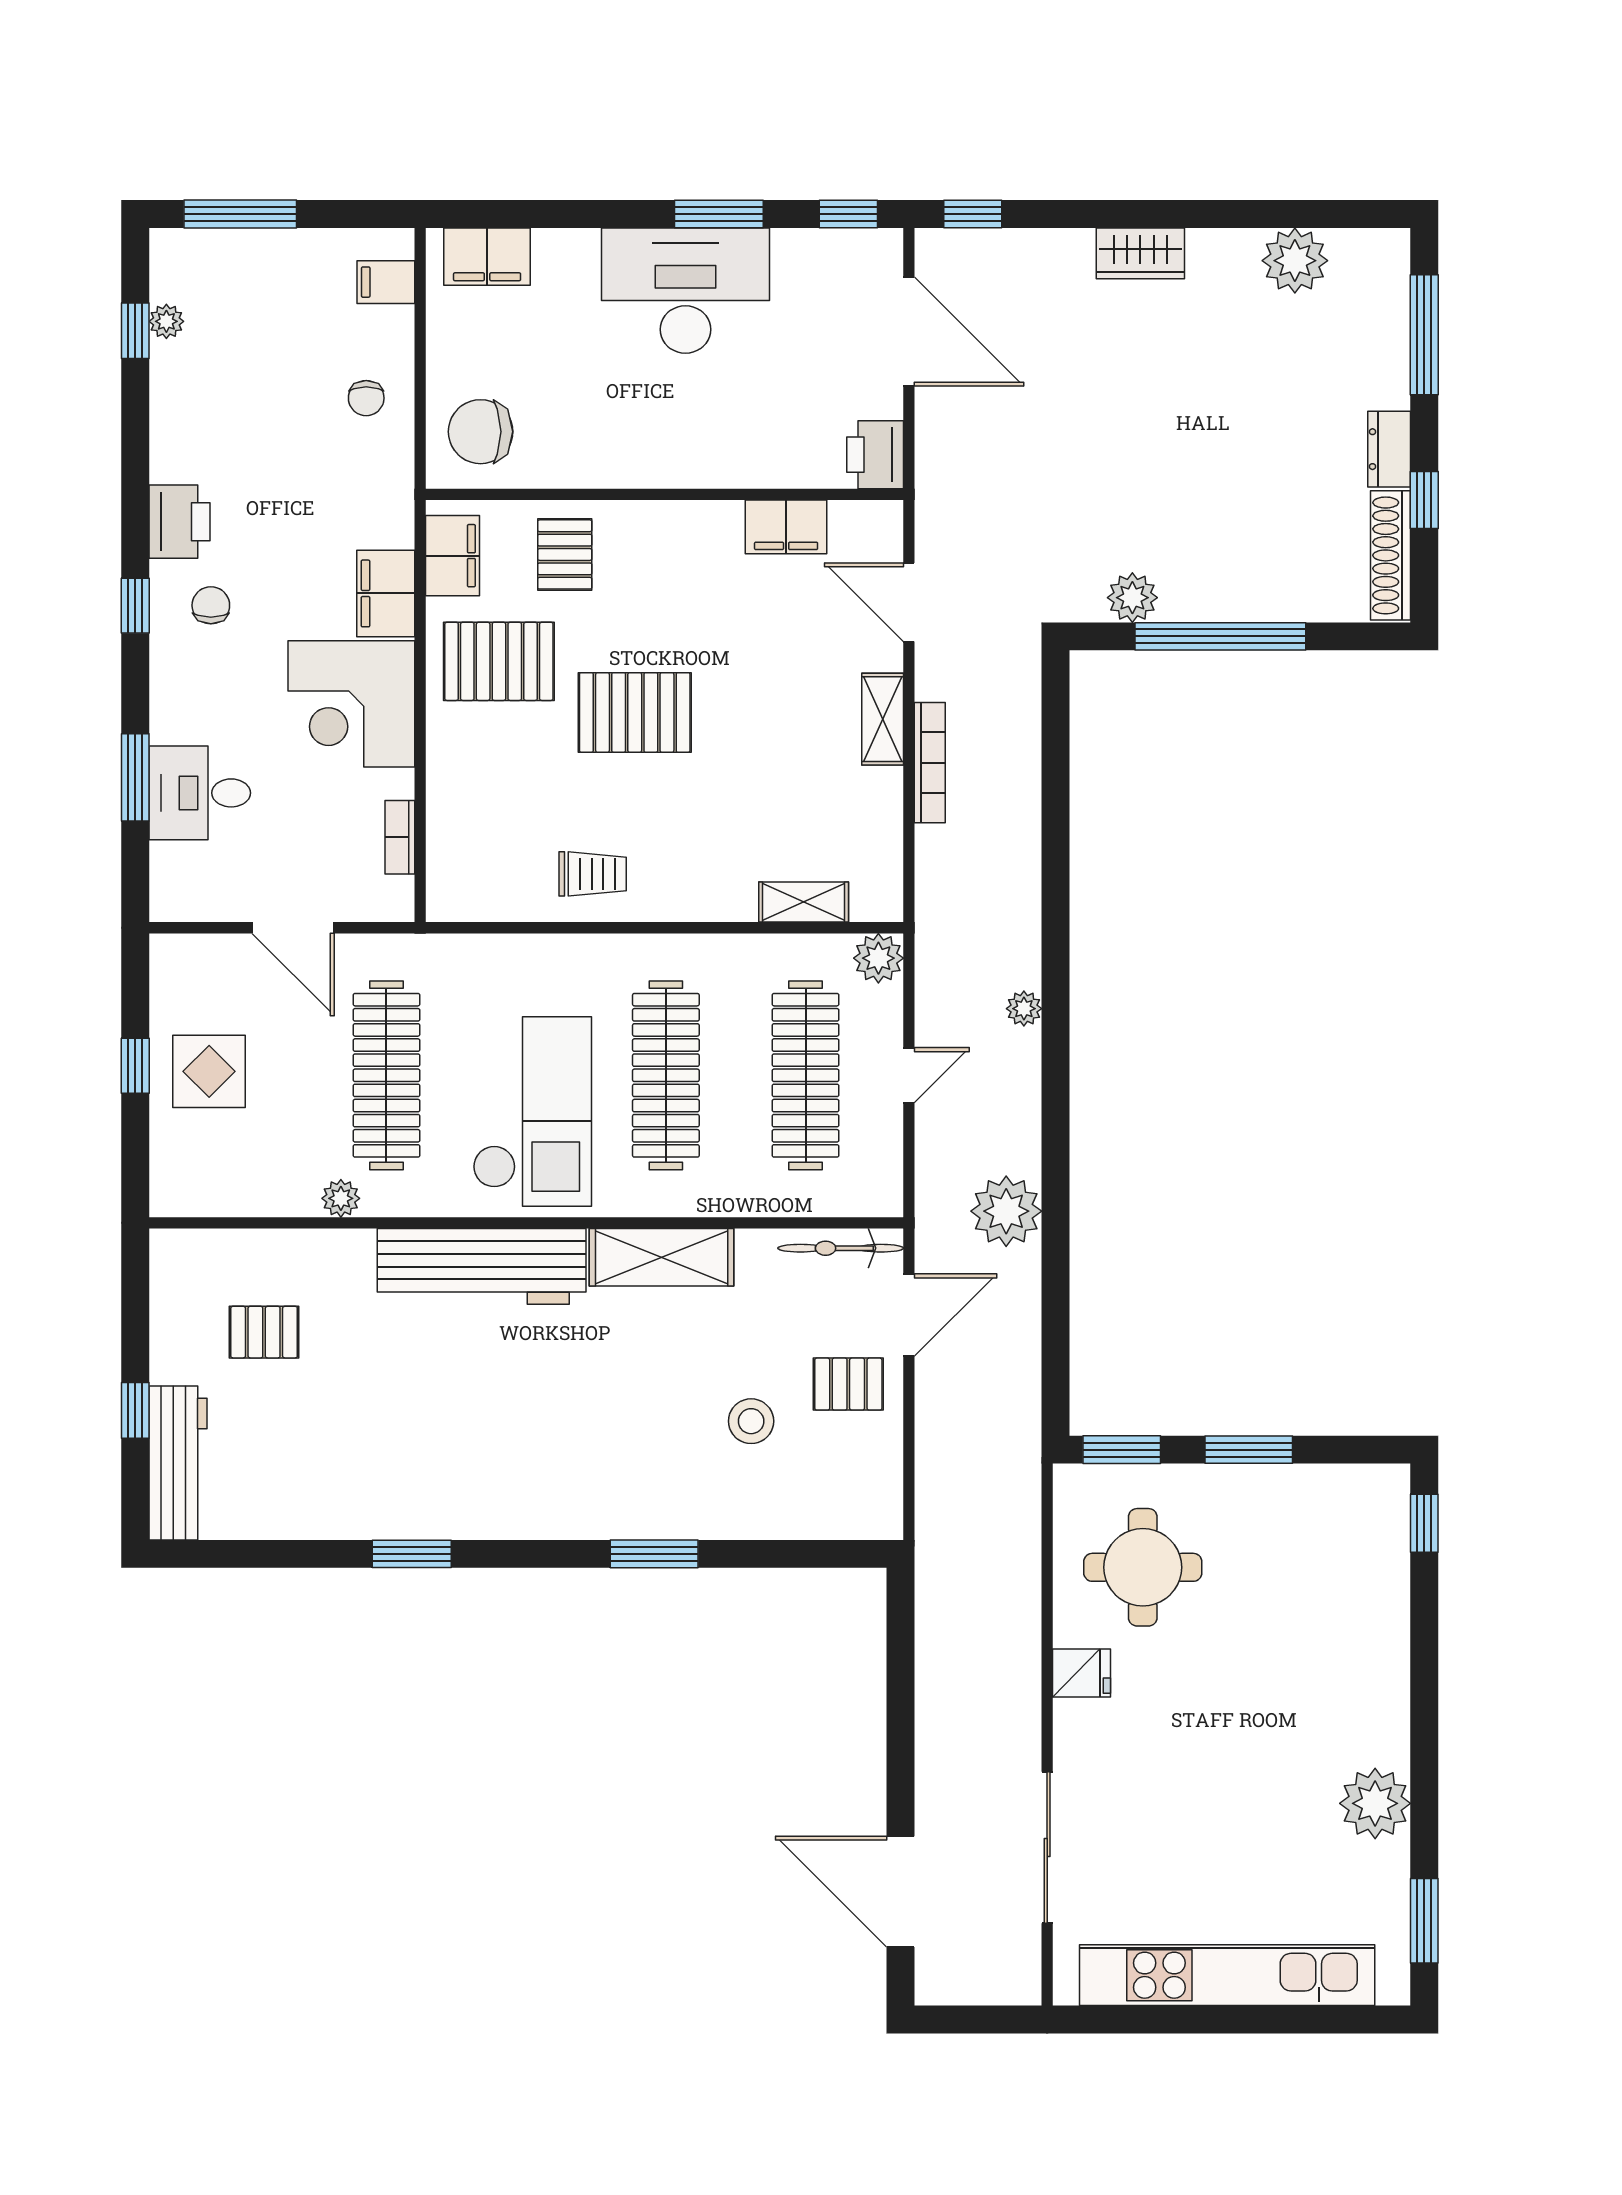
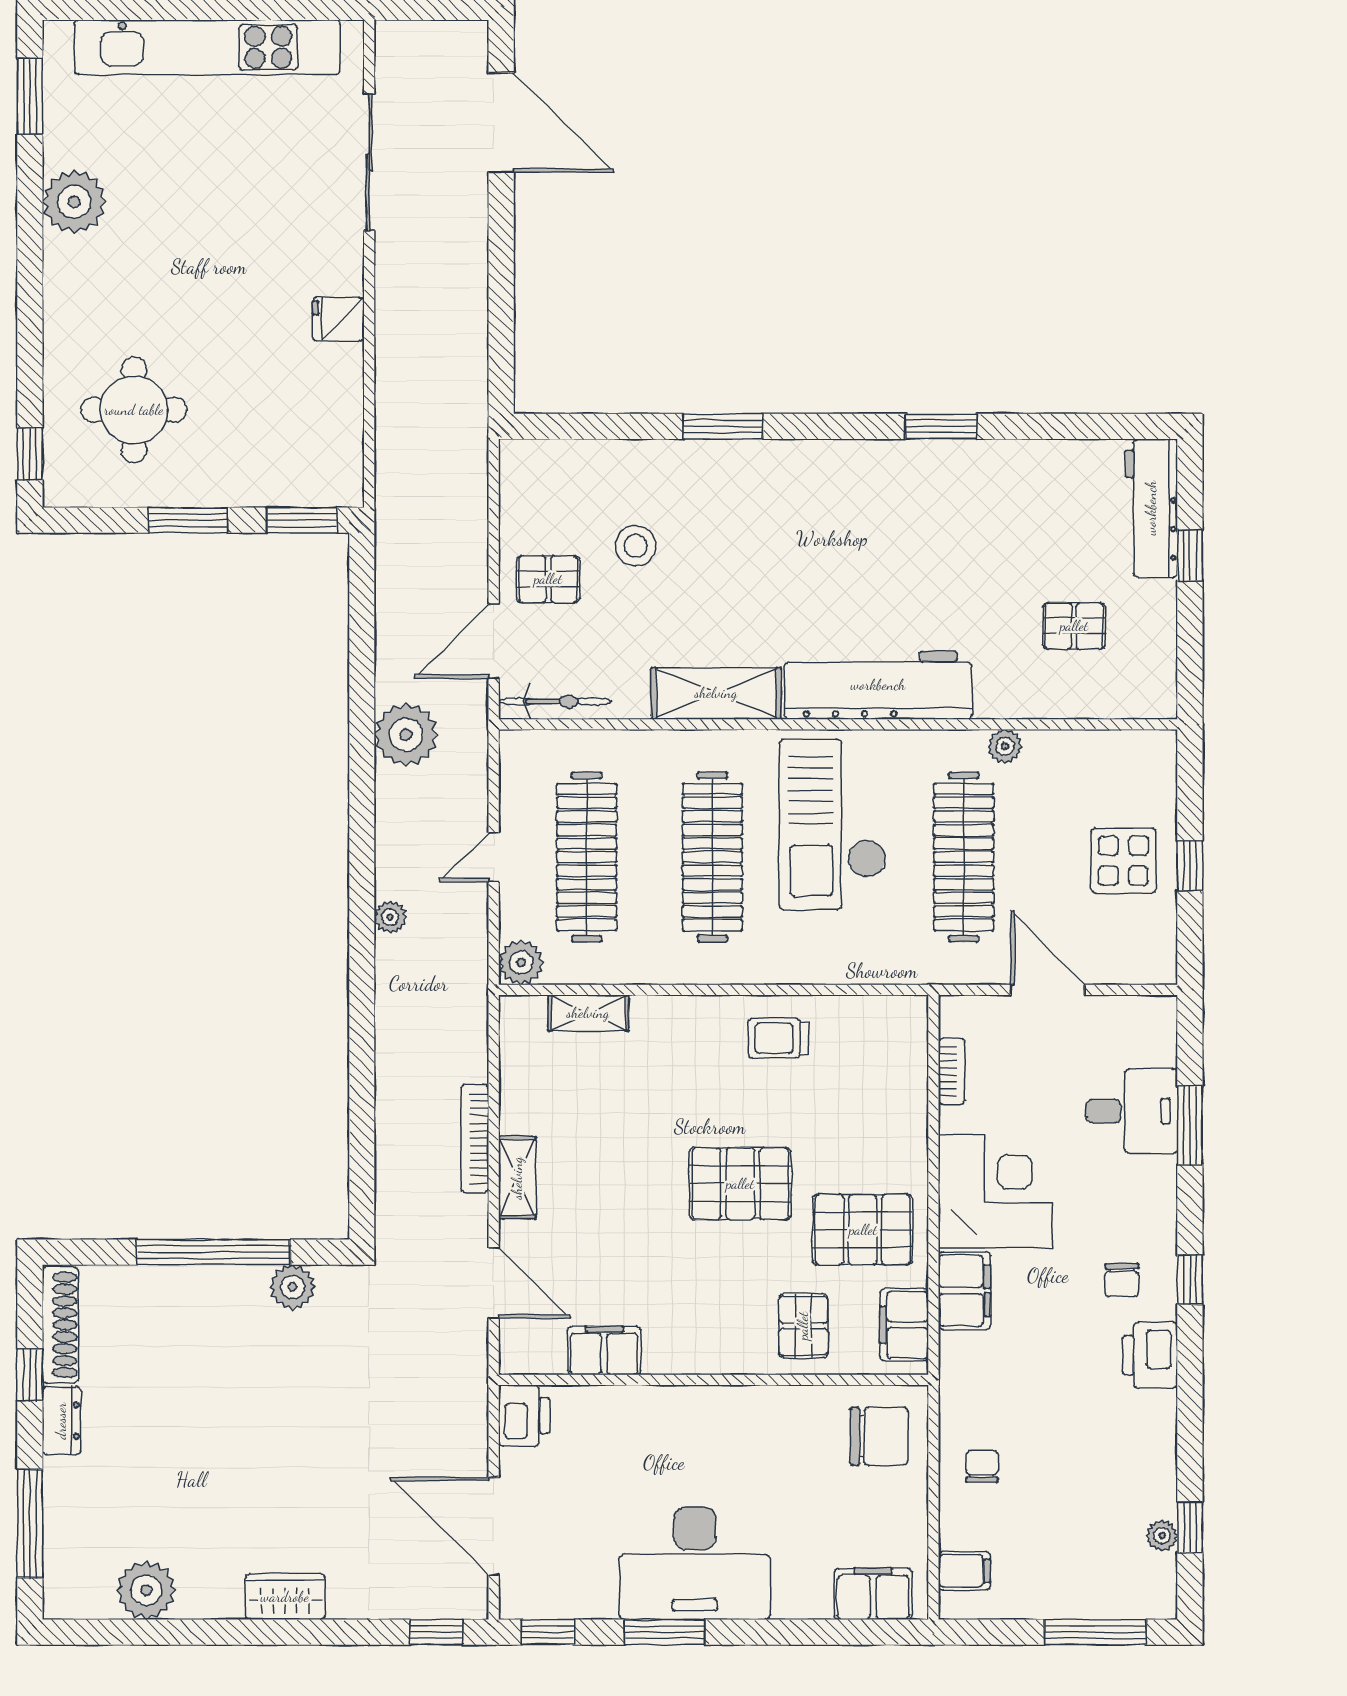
round table: (1143, 1567) -> (134, 410), moved

